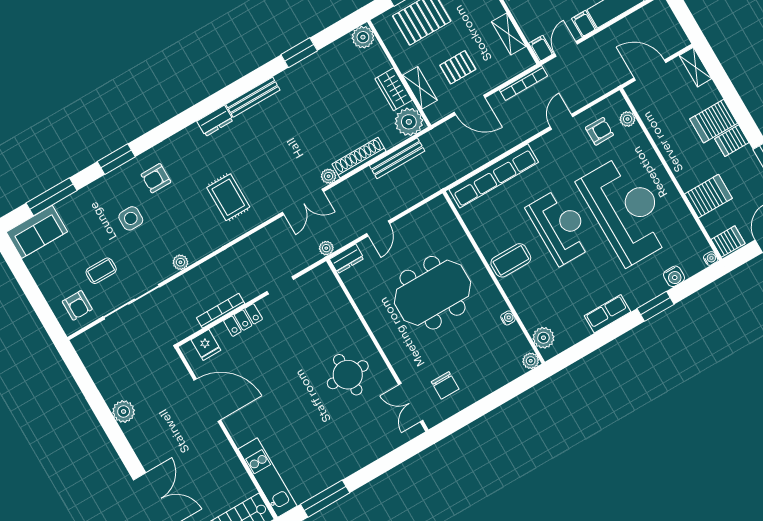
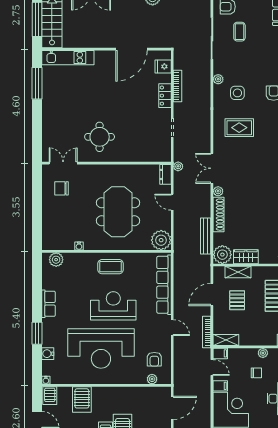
shelving: (509, 34) -> (226, 340), moved
door: (561, 122) -> (172, 328), moved
side table: (131, 218) -> (237, 93), moved
reception desk: (560, 227) -> (113, 306), turned 180
coffee table: (511, 260) -> (111, 267), turned 90
plant: (531, 361) -> (161, 240), moved, width x1.88, depth x1.88

